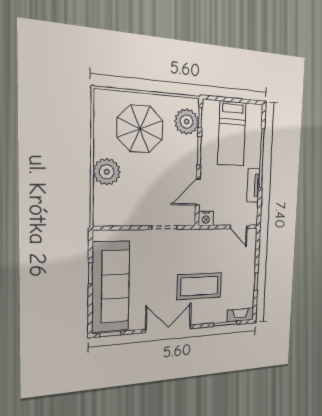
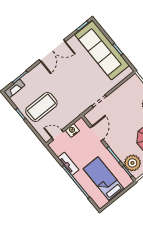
nightstand: (206, 218) -> (72, 130), moved
coffee table: (199, 286) -> (41, 107), moved

